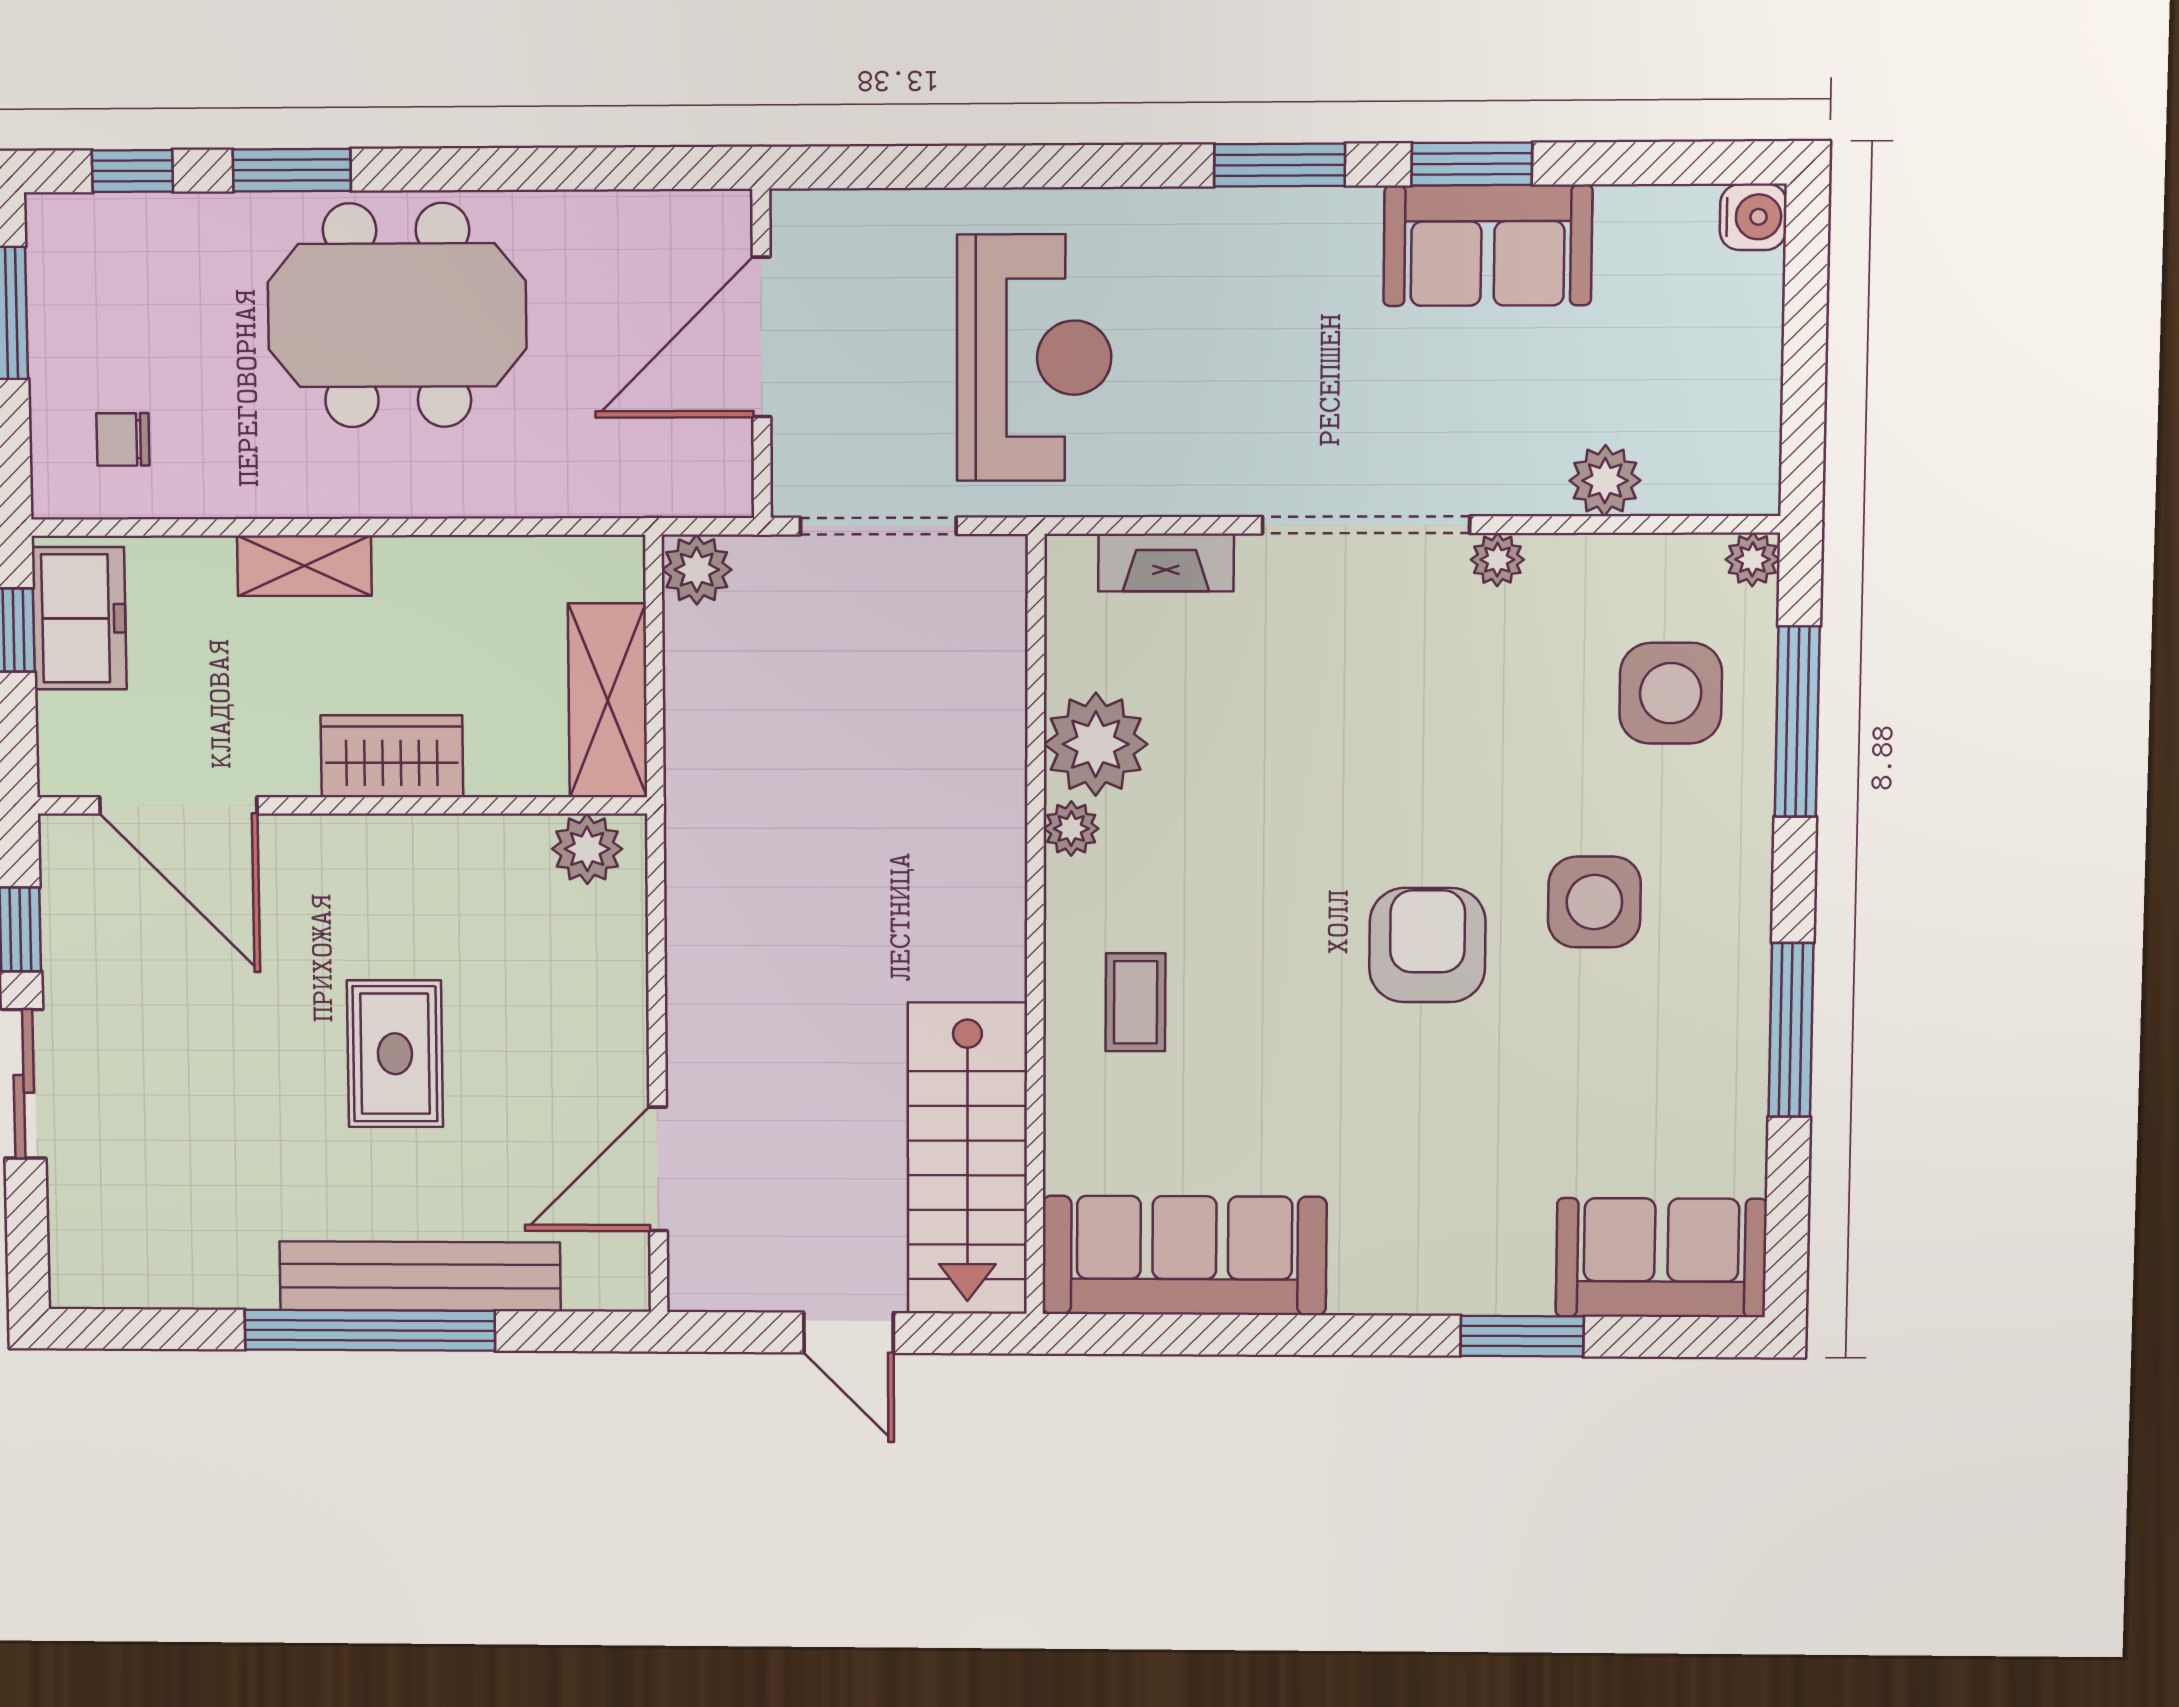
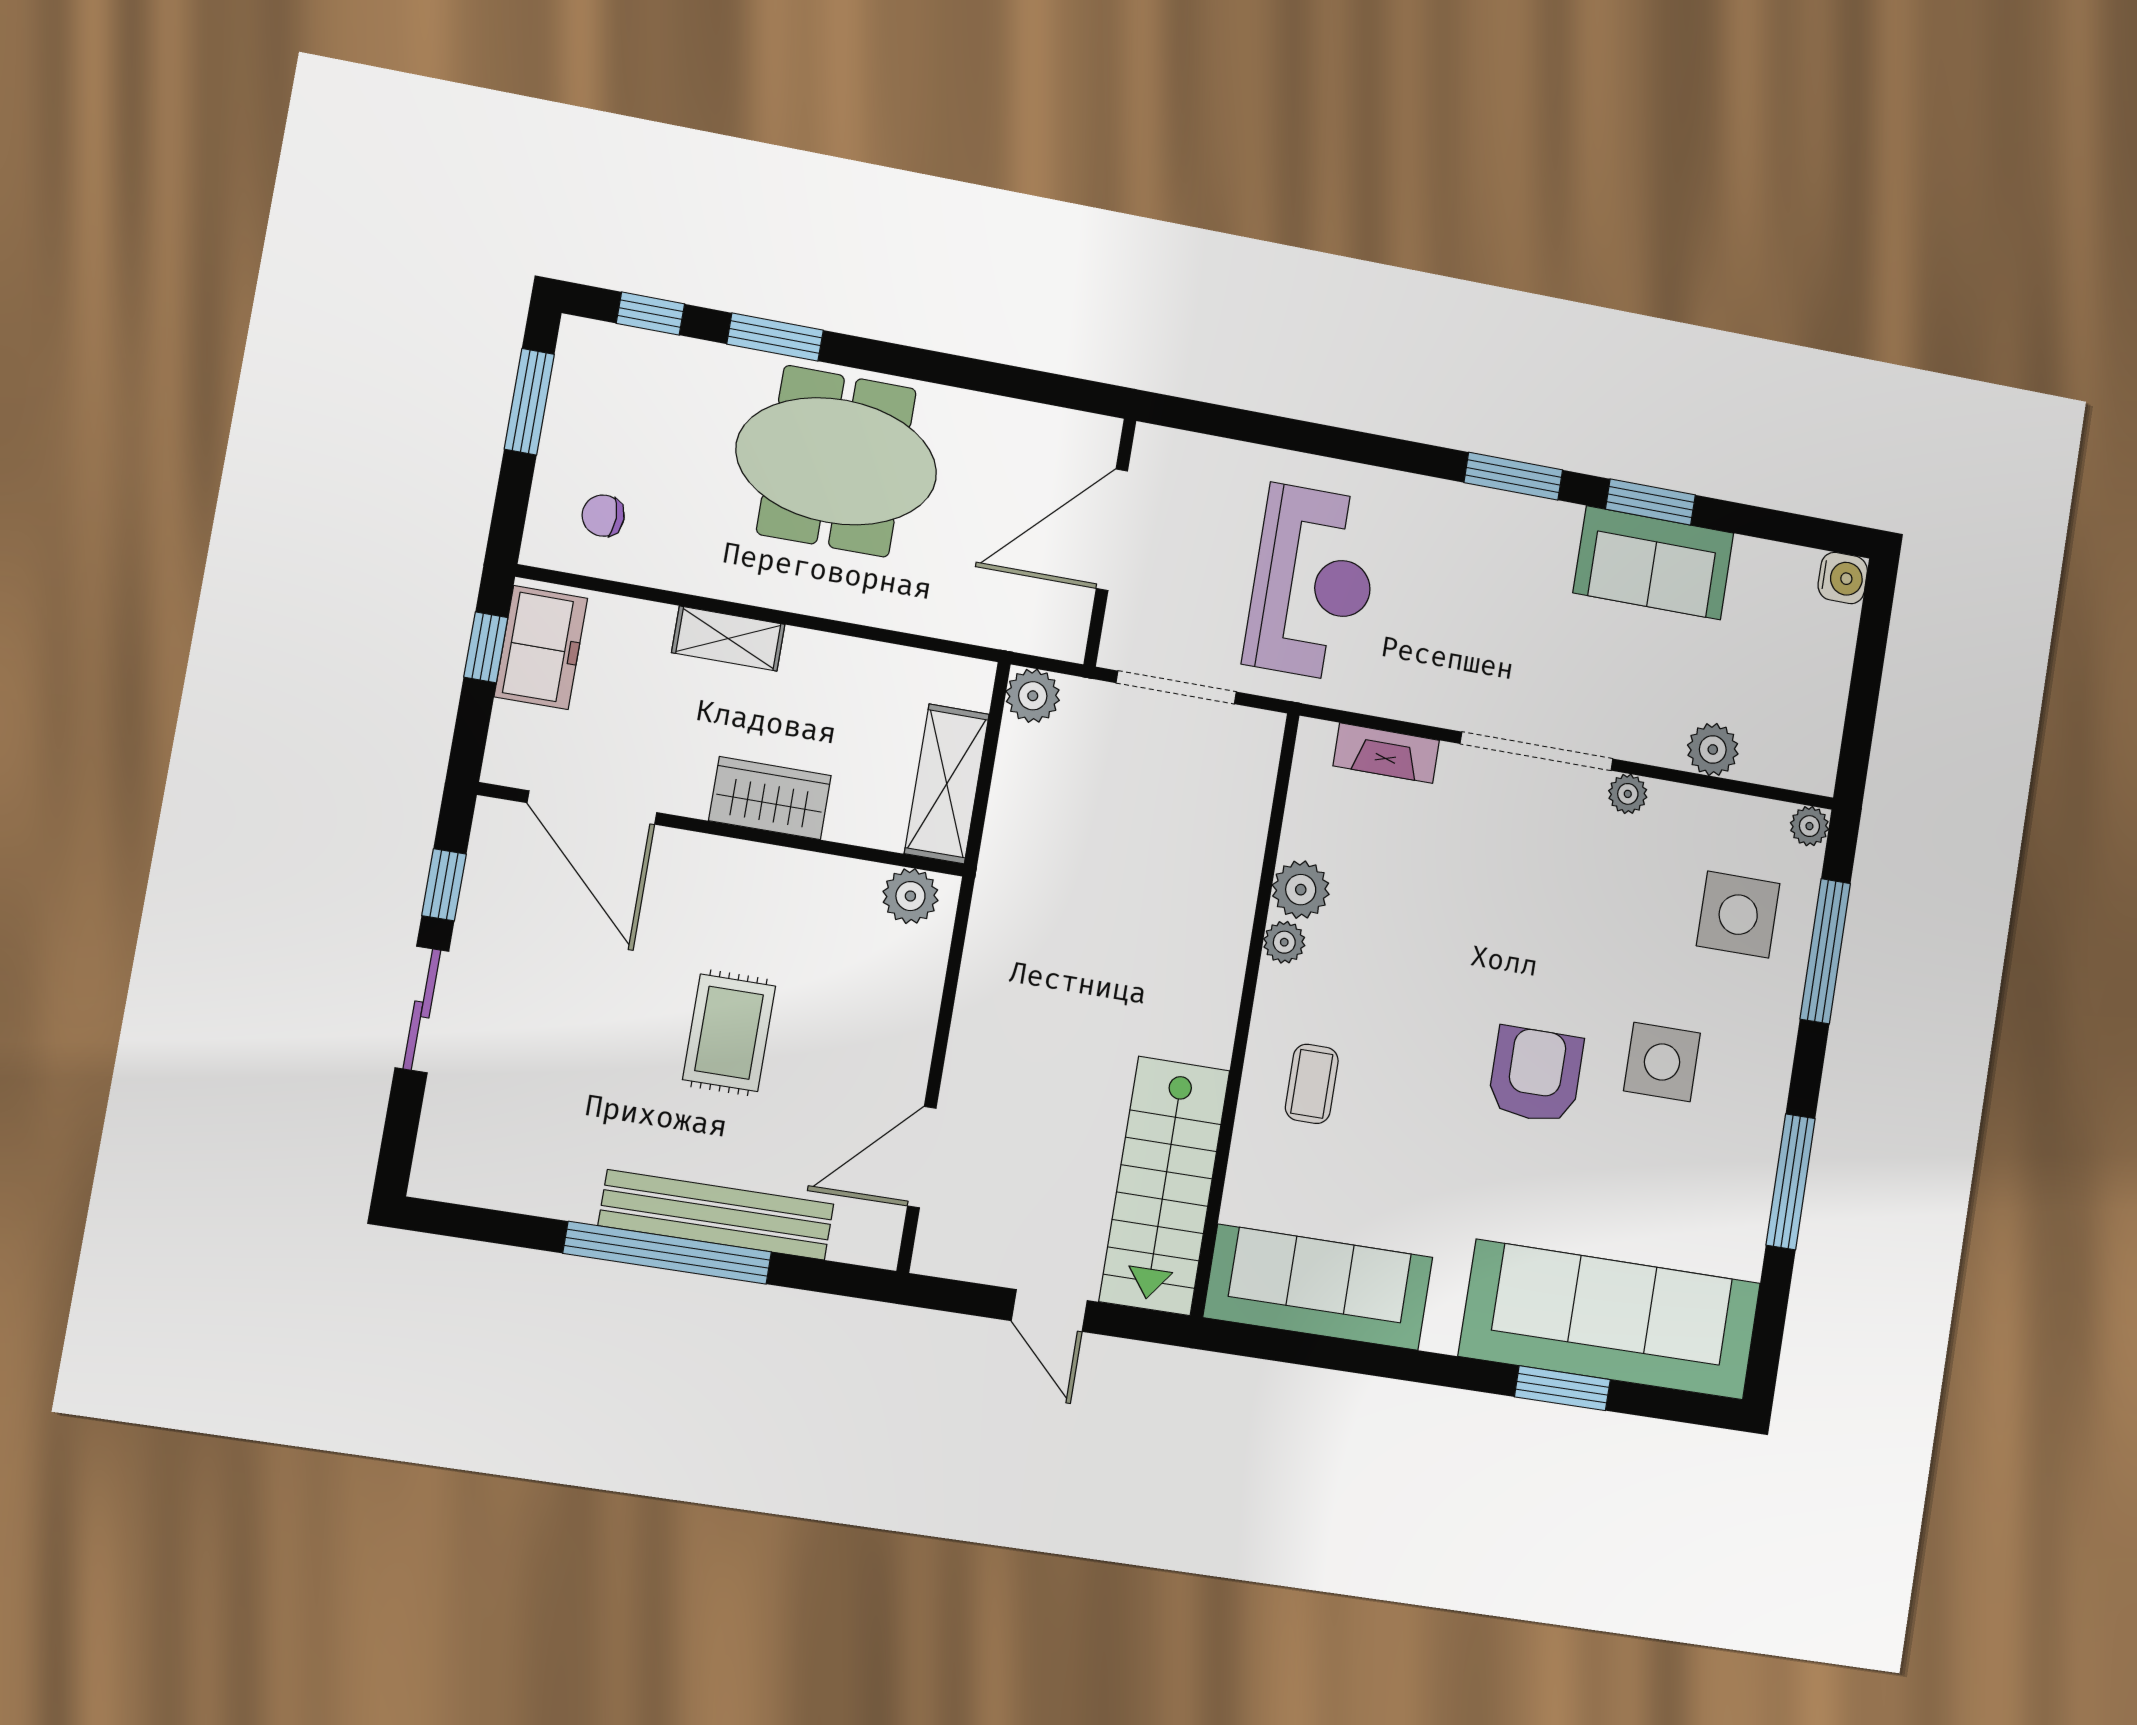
plant: (1096, 744) -> (1301, 890), width x0.73, depth x0.73
sofa: (1661, 1258) -> (1610, 1320), width x1.85, depth x1.27

